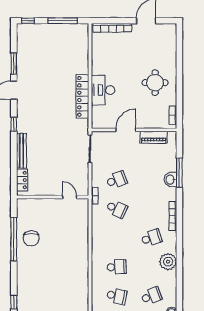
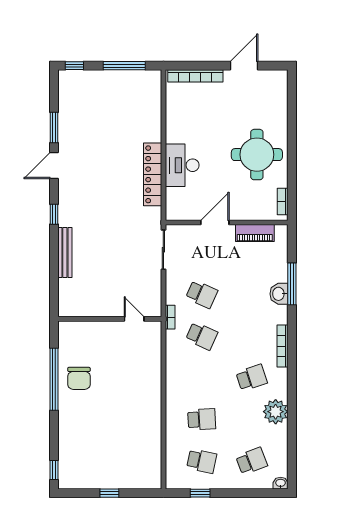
round table: (155, 83) -> (257, 155), width x1.36, depth x1.36
locker: (22, 180) -> (66, 294), removed
school desk: (117, 180) -> (202, 294), turned 45

